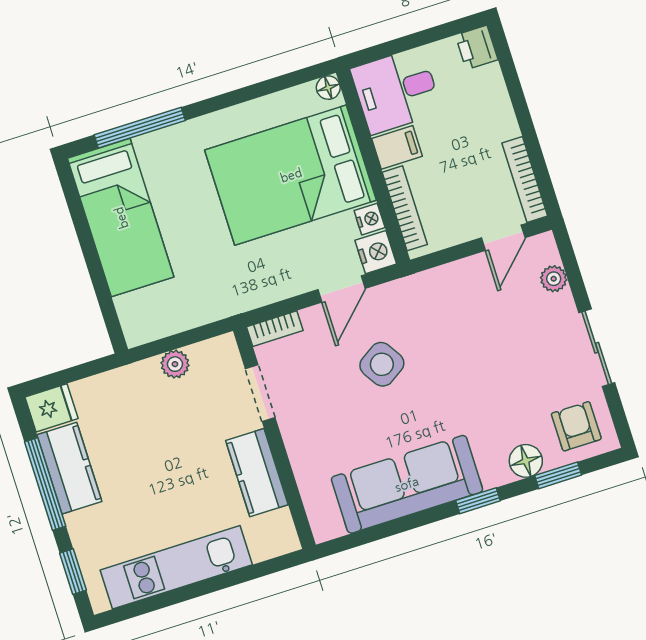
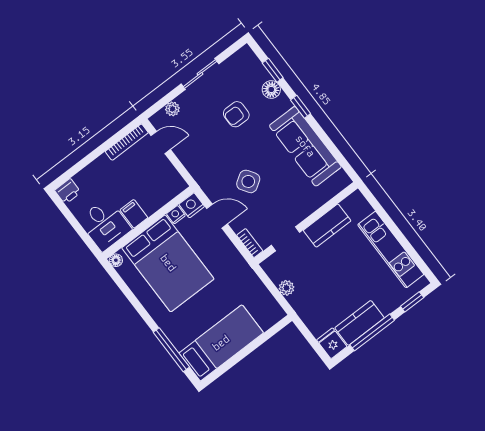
bookcase: (405, 208) -> (164, 199), removed
armchair: (576, 426) -> (236, 114), moved

